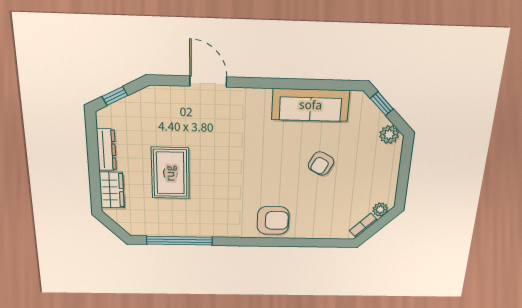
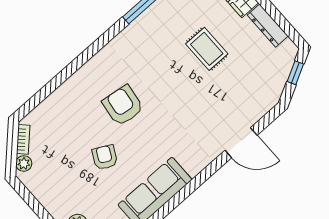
rug: (170, 173) -> (207, 49), width x0.73, depth x0.70
armchair: (273, 220) -> (123, 105), moved, turned 98

